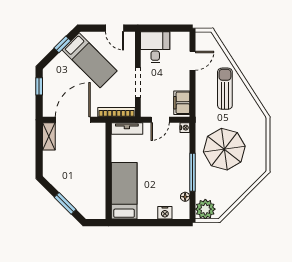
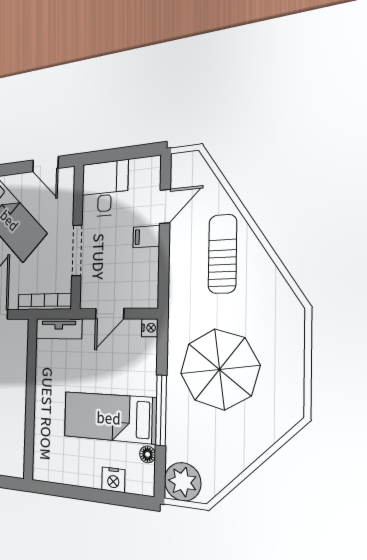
filing cabinet: (182, 103) -> (146, 237), moved, width x0.50
bed: (124, 191) -> (109, 417), moved, turned -90

